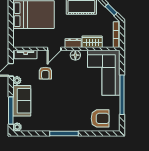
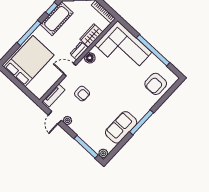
door: (54, 49) -> (70, 70), swing flipped
sofa: (22, 101) -> (121, 127), moved, turned -90
armchair: (100, 118) -> (156, 84), turned 180

